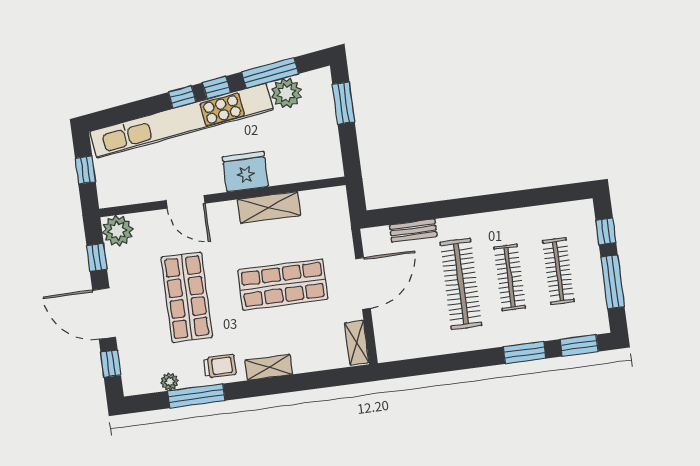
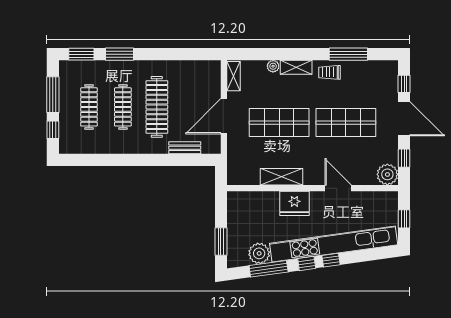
shop shelf: (187, 297) -> (346, 123), turned 90
plant: (170, 382) -> (273, 66), moved

